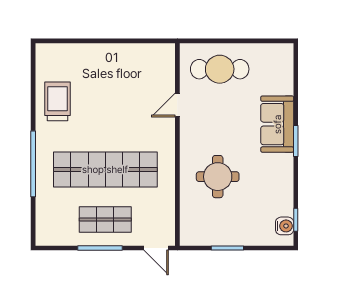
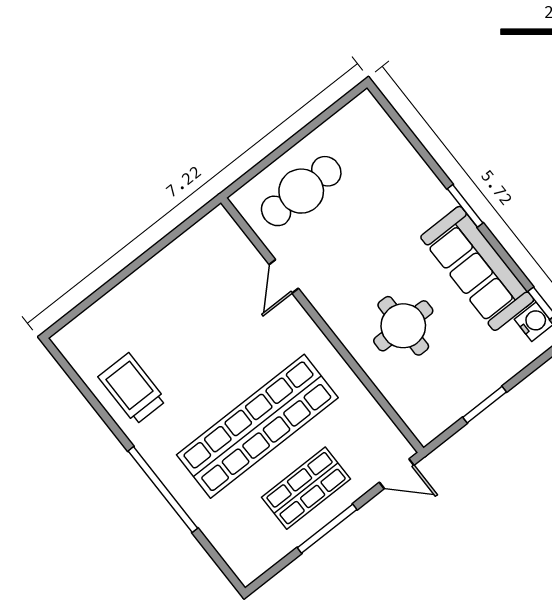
sofa: (277, 124) -> (477, 268), moved, width x1.36

